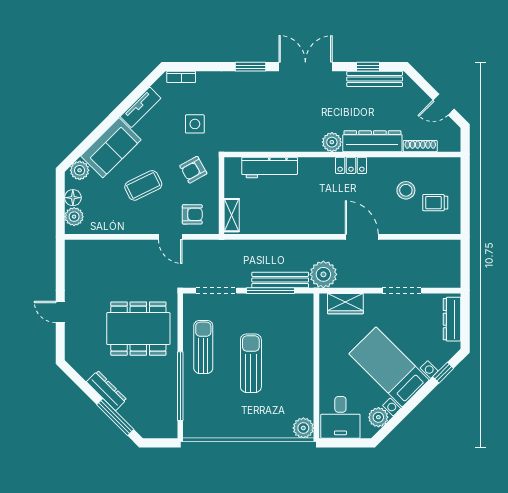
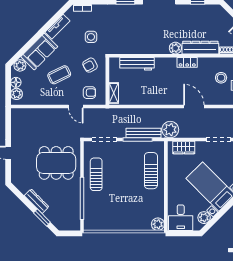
bench: (375, 79) -> (202, 9), removed
sun lounger: (251, 363) -> (151, 171), moved
window: (115, 417) -> (42, 217), width x0.69

